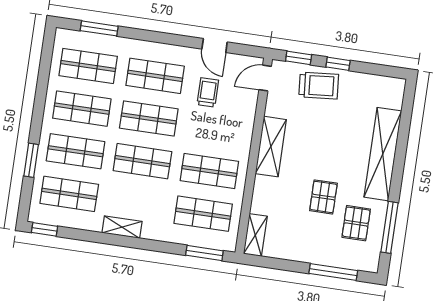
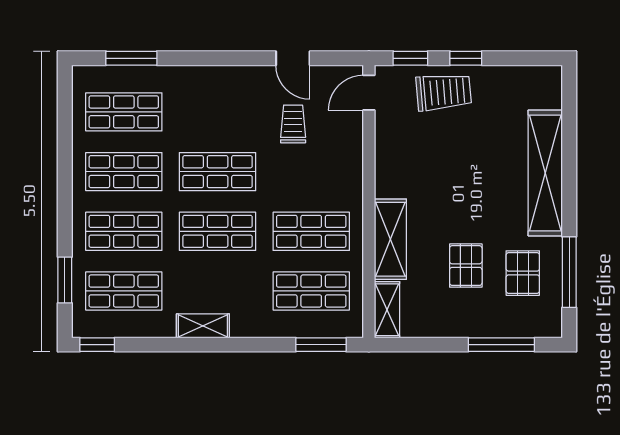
shop shelf: (155, 76) -> (218, 112), removed
shelving: (271, 147) -> (390, 239), moved
window: (31, 160) -> (65, 280), moved
pallet: (323, 197) -> (466, 266), moved

